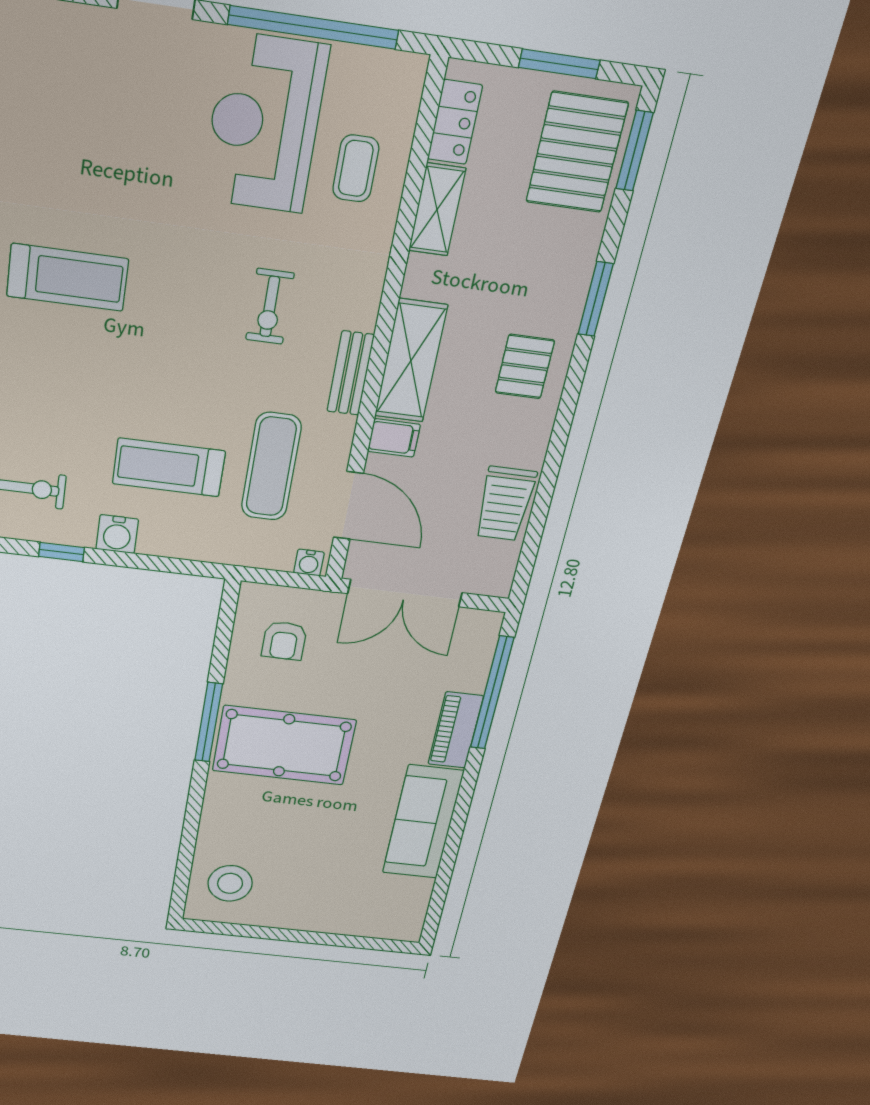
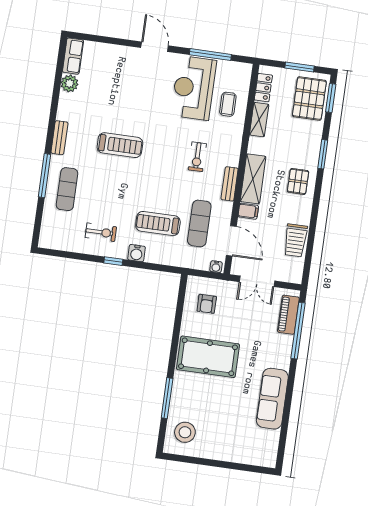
window: (313, 27) -> (210, 55), width x0.68
double door: (405, 593) -> (257, 281), width x0.73
window: (209, 722) -> (167, 398), moved
piano: (456, 730) -> (288, 315), moved

